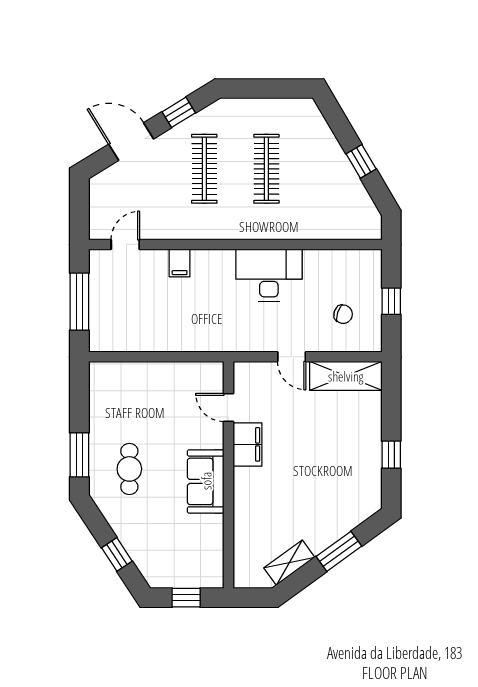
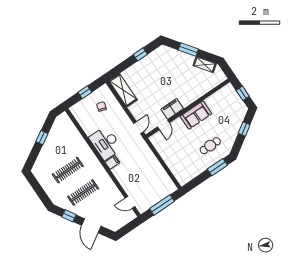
filing cabinet: (180, 263) -> (112, 162), moved
door: (292, 357) -> (138, 128), moved

